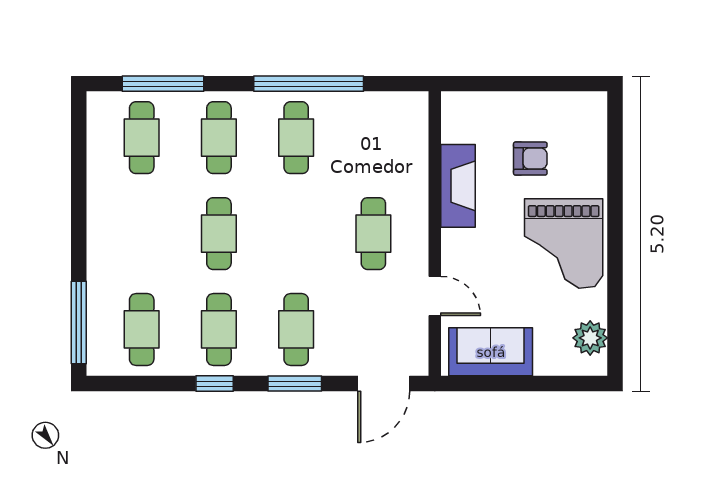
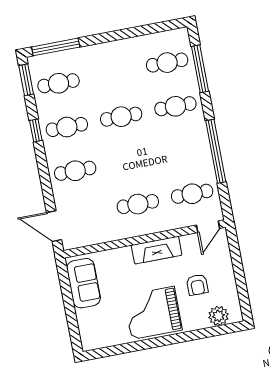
cafe table: (296, 138) -> (192, 194), moved
fireplace: (458, 186) -> (157, 250), moved
door: (435, 296) -> (208, 227), moved
plant: (590, 338) -> (218, 316), moved
window: (295, 384) -> (26, 80), moved

